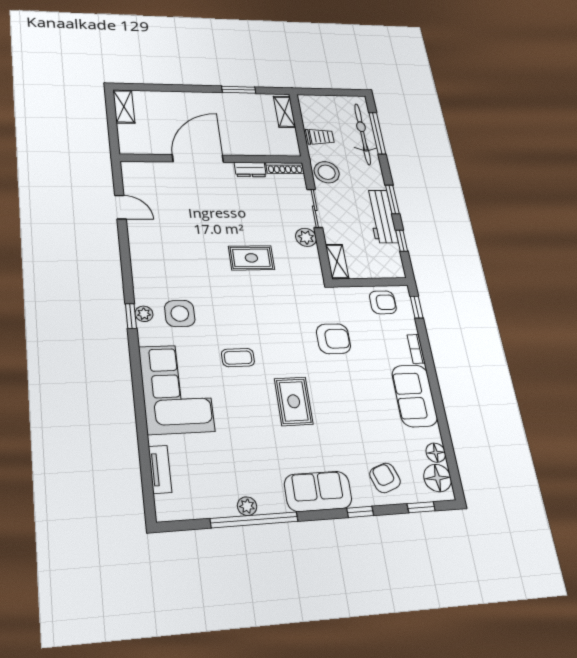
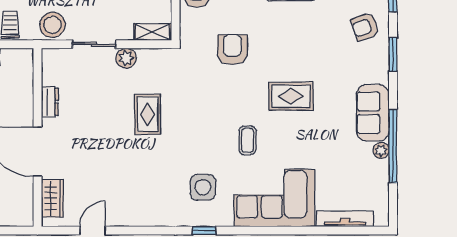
shoe rack: (285, 168) -> (48, 67), removed
wardrobe: (151, 171) -> (52, 198), added
plant: (144, 314) -> (202, 219), removed
tv unit: (160, 469) -> (345, 219), width x1.41
sofa: (318, 491) -> (373, 113), moved
window: (360, 512) -> (393, 54), width x1.50

